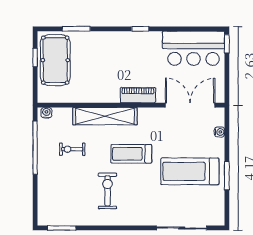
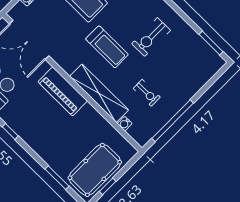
piano: (138, 95) -> (63, 91), width x1.37, depth x1.33
water cooler: (46, 113) -> (125, 124), moved

